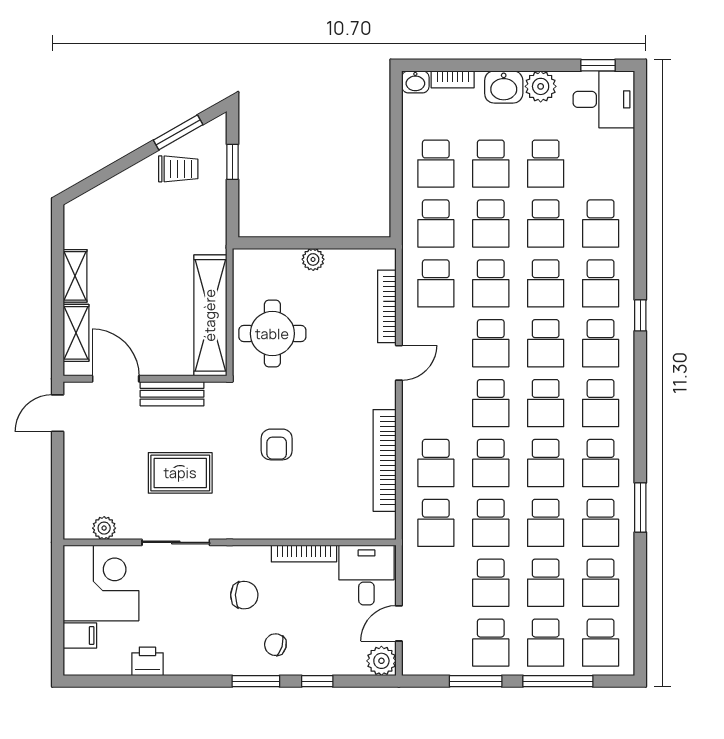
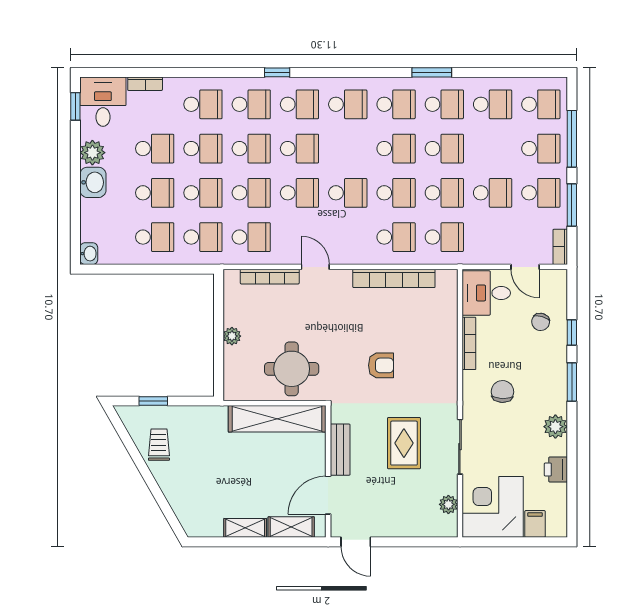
bookcase: (453, 79) -> (145, 84), moved, turned 90
window: (178, 132) -> (130, 445), removed
school desk: (546, 403) -> (348, 149), removed
school desk: (546, 583) -> (493, 149), removed
chair: (275, 645) -> (541, 322), moved
plant: (381, 661) -> (555, 427), moved
bookcase: (424, 667) -> (560, 247), added

